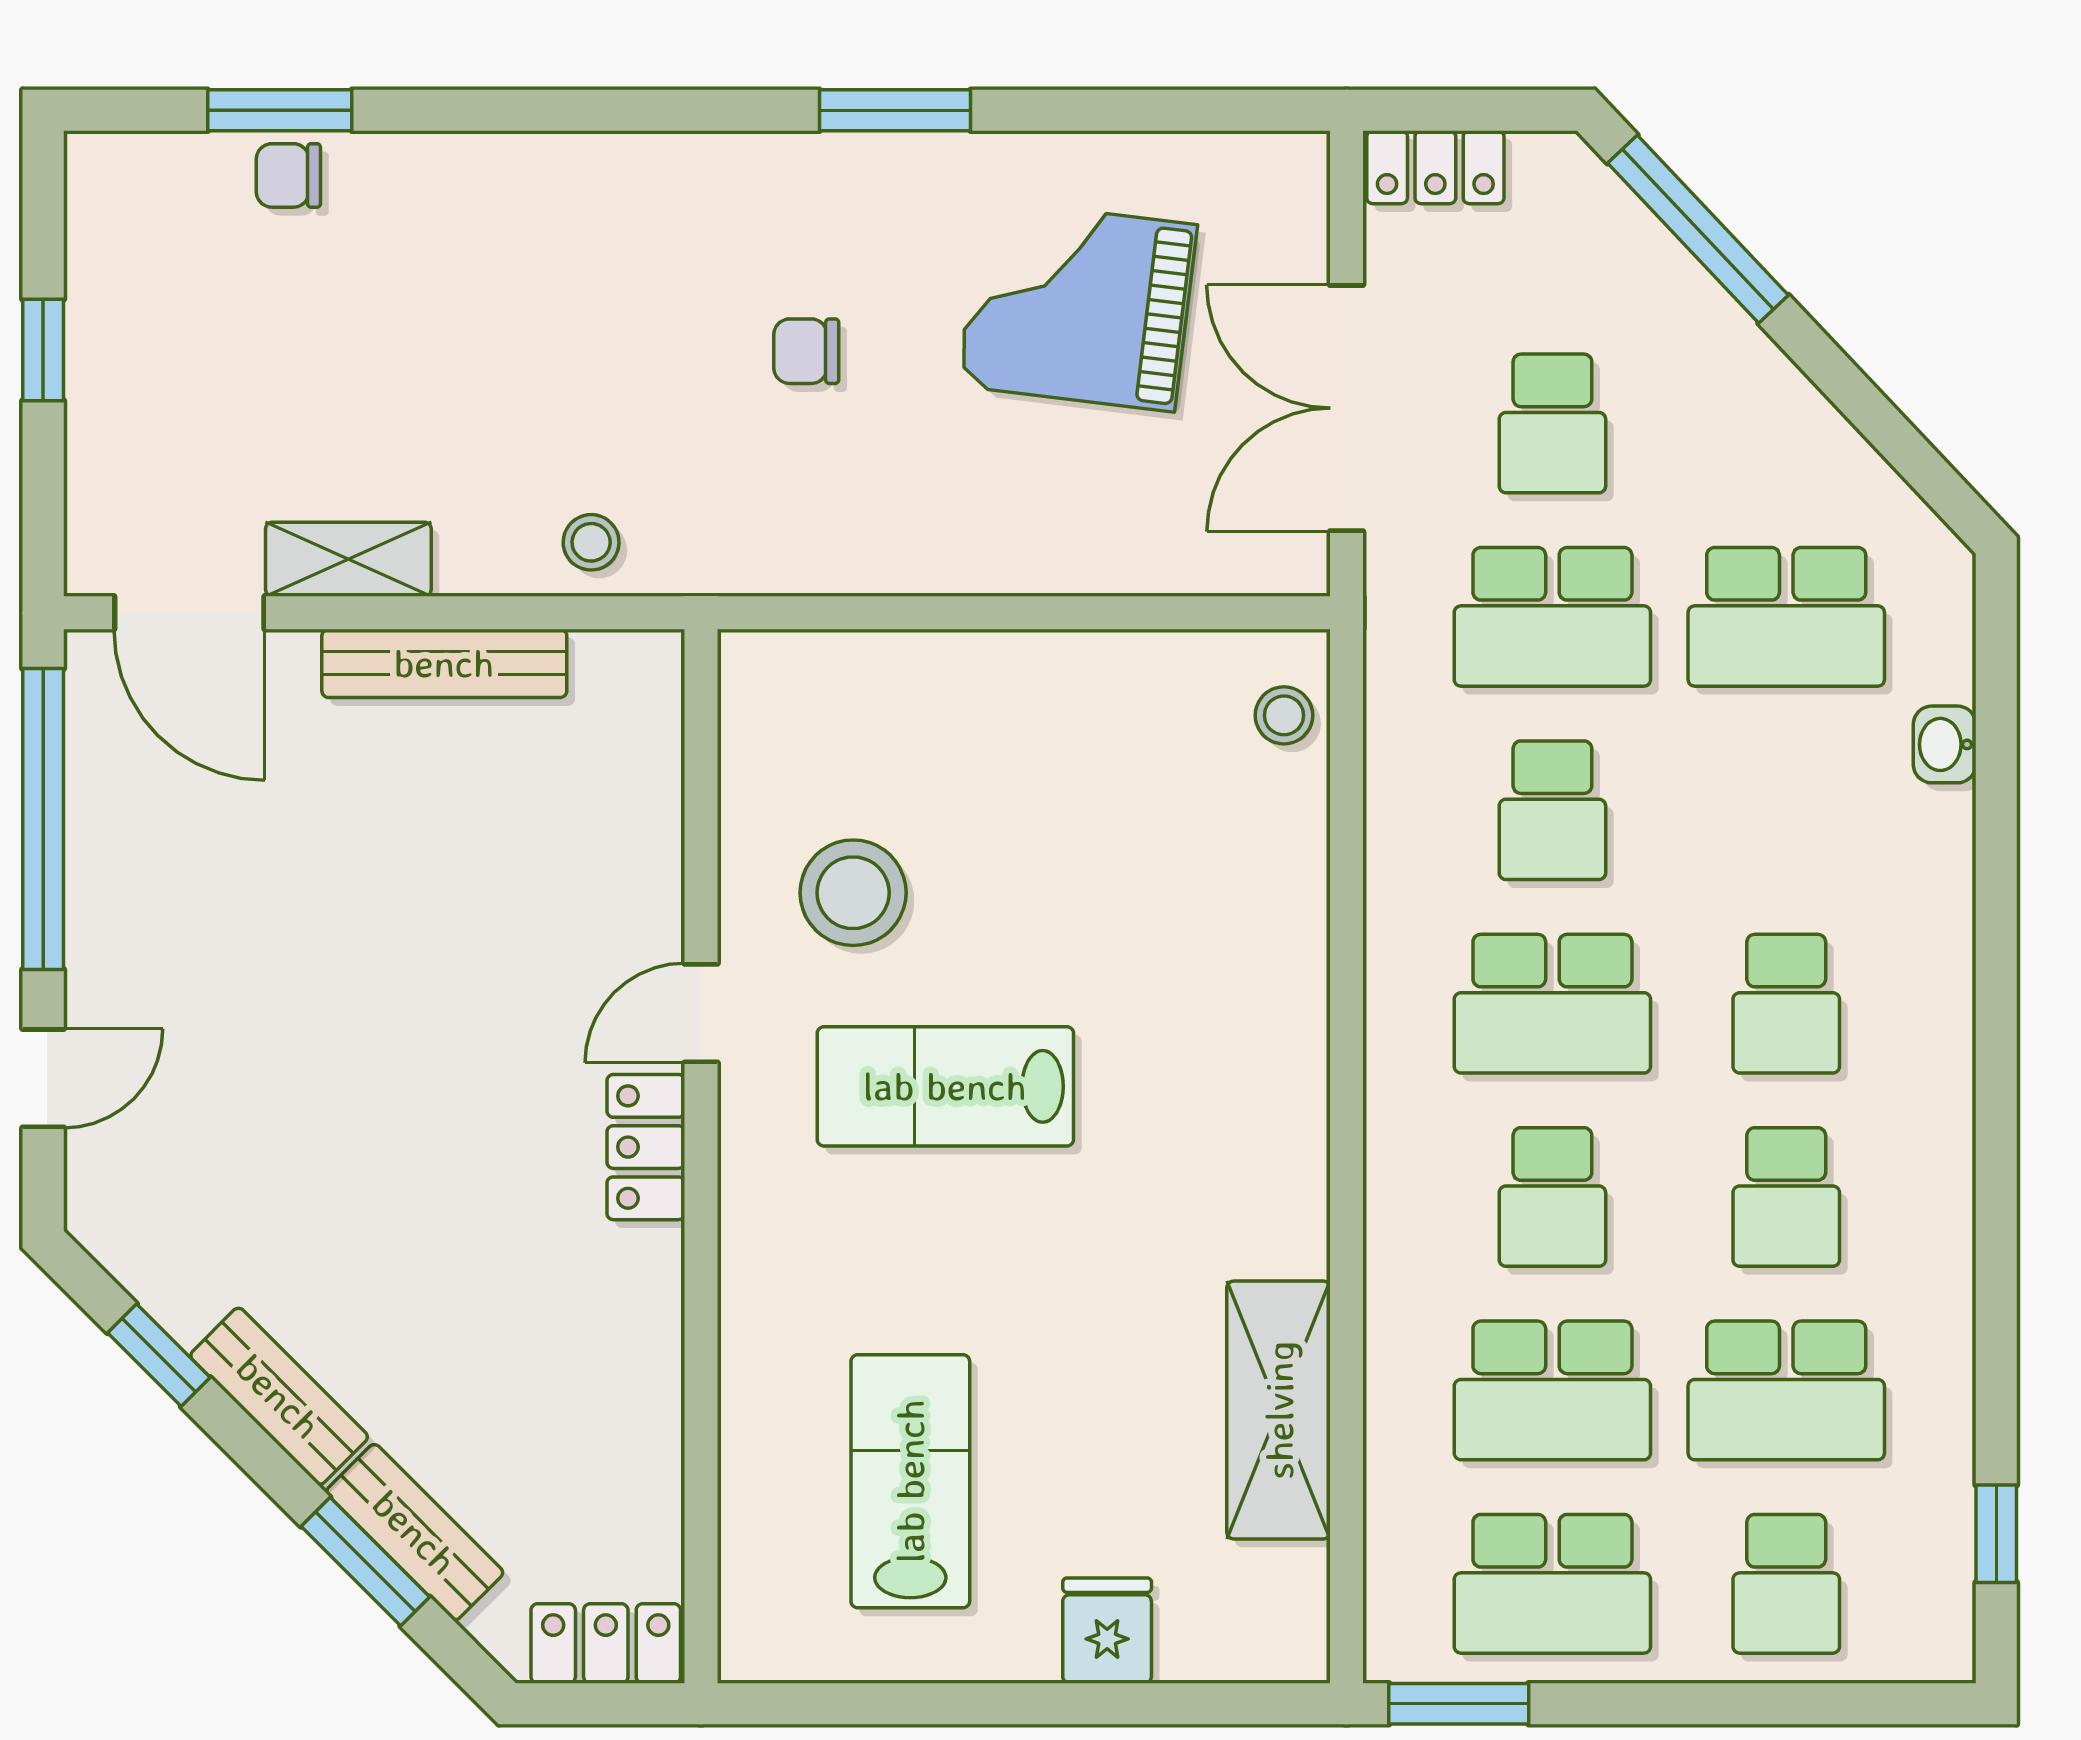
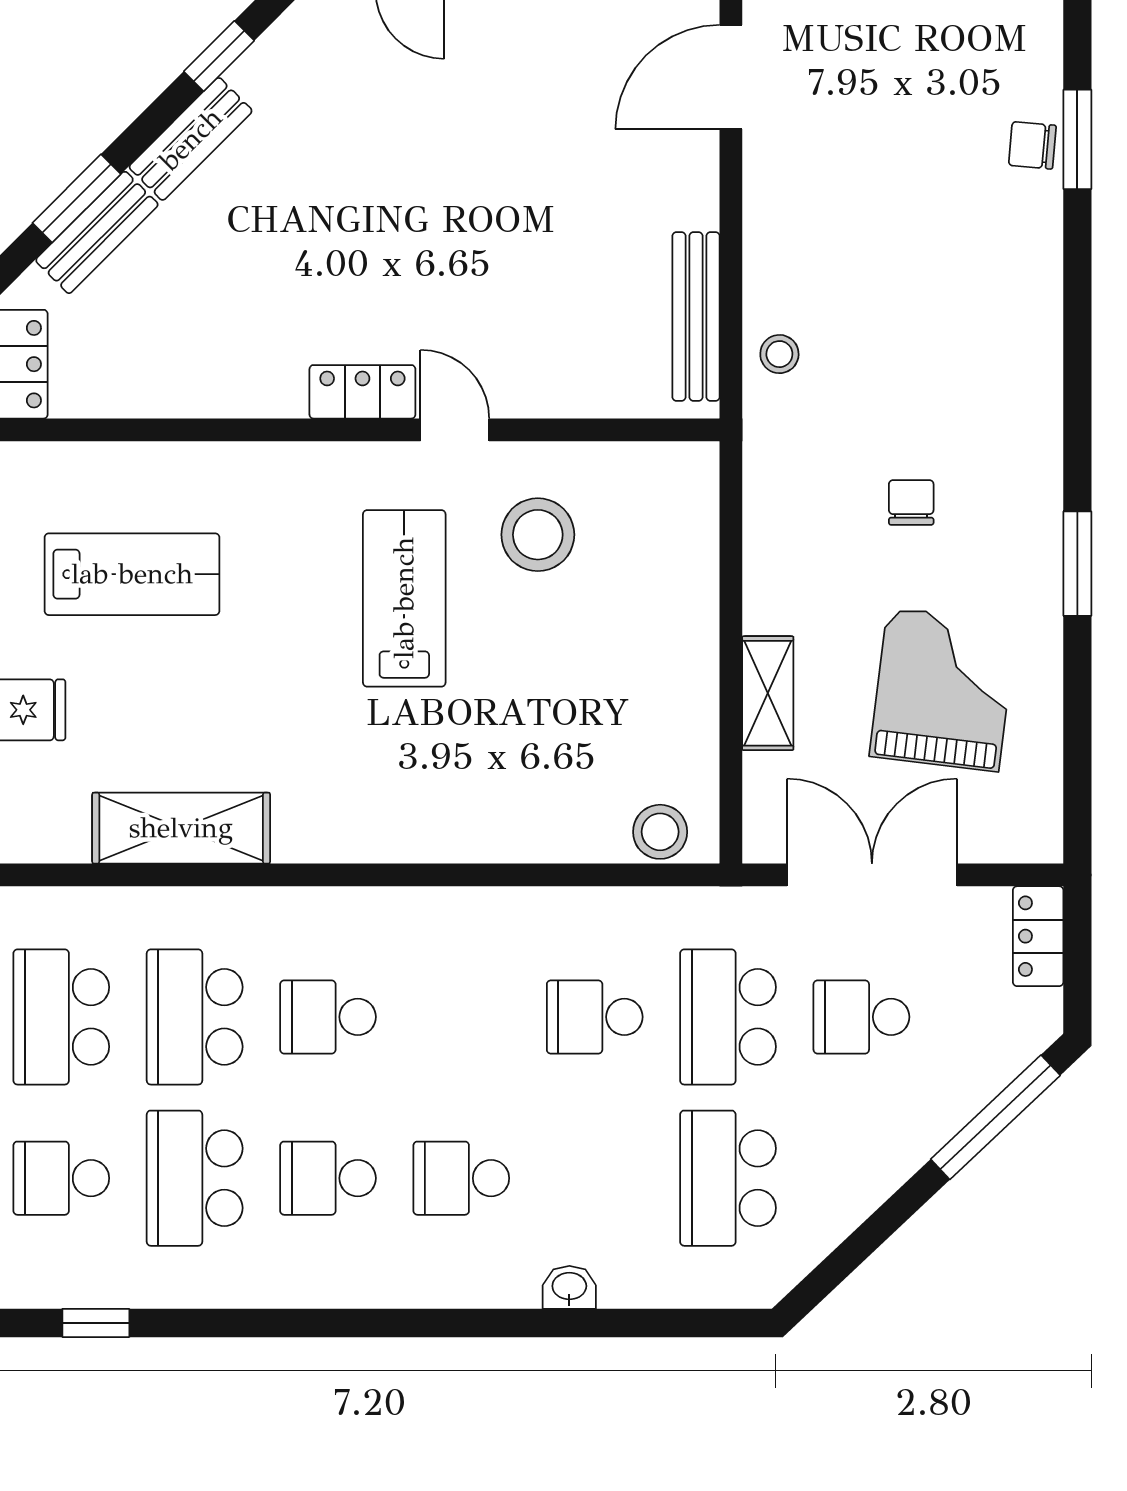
chair: (288, 175) -> (1032, 145), turned -85
shelving: (348, 559) -> (768, 693), moved
bench: (444, 663) -> (696, 317), moved
stool: (1284, 715) -> (660, 832), width x1.37, depth x1.37
washbasin: (1945, 744) -> (569, 1287), moved
school desk: (1552, 1004) -> (461, 1017), removed

